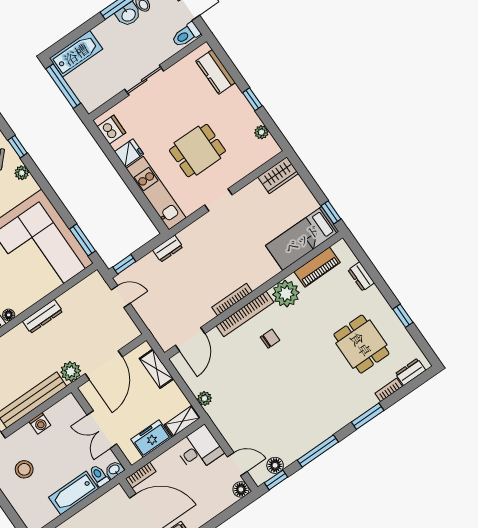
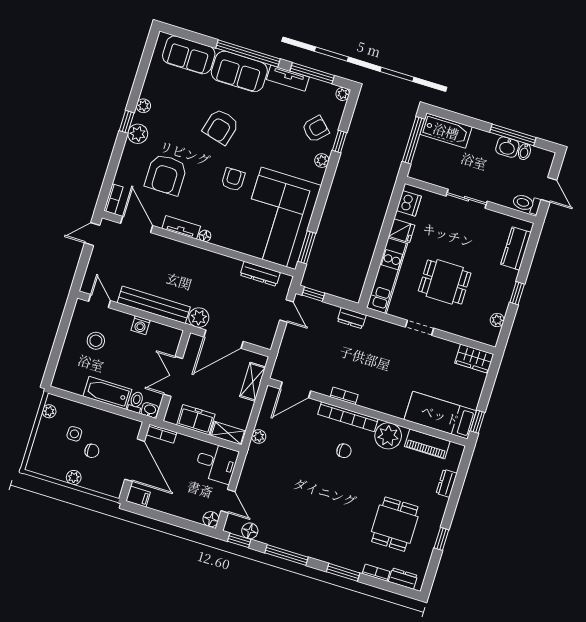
bookcase: (232, 299) -> (344, 396), width x0.64
dresser: (43, 316) -> (260, 274), moved

